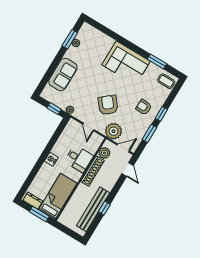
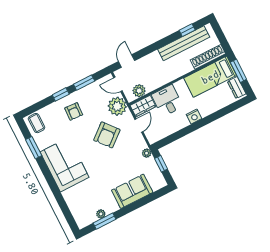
wardrobe: (94, 143) -> (143, 106), added
shoe rack: (92, 171) -> (208, 57), moved
window: (104, 208) -> (187, 30), moved

